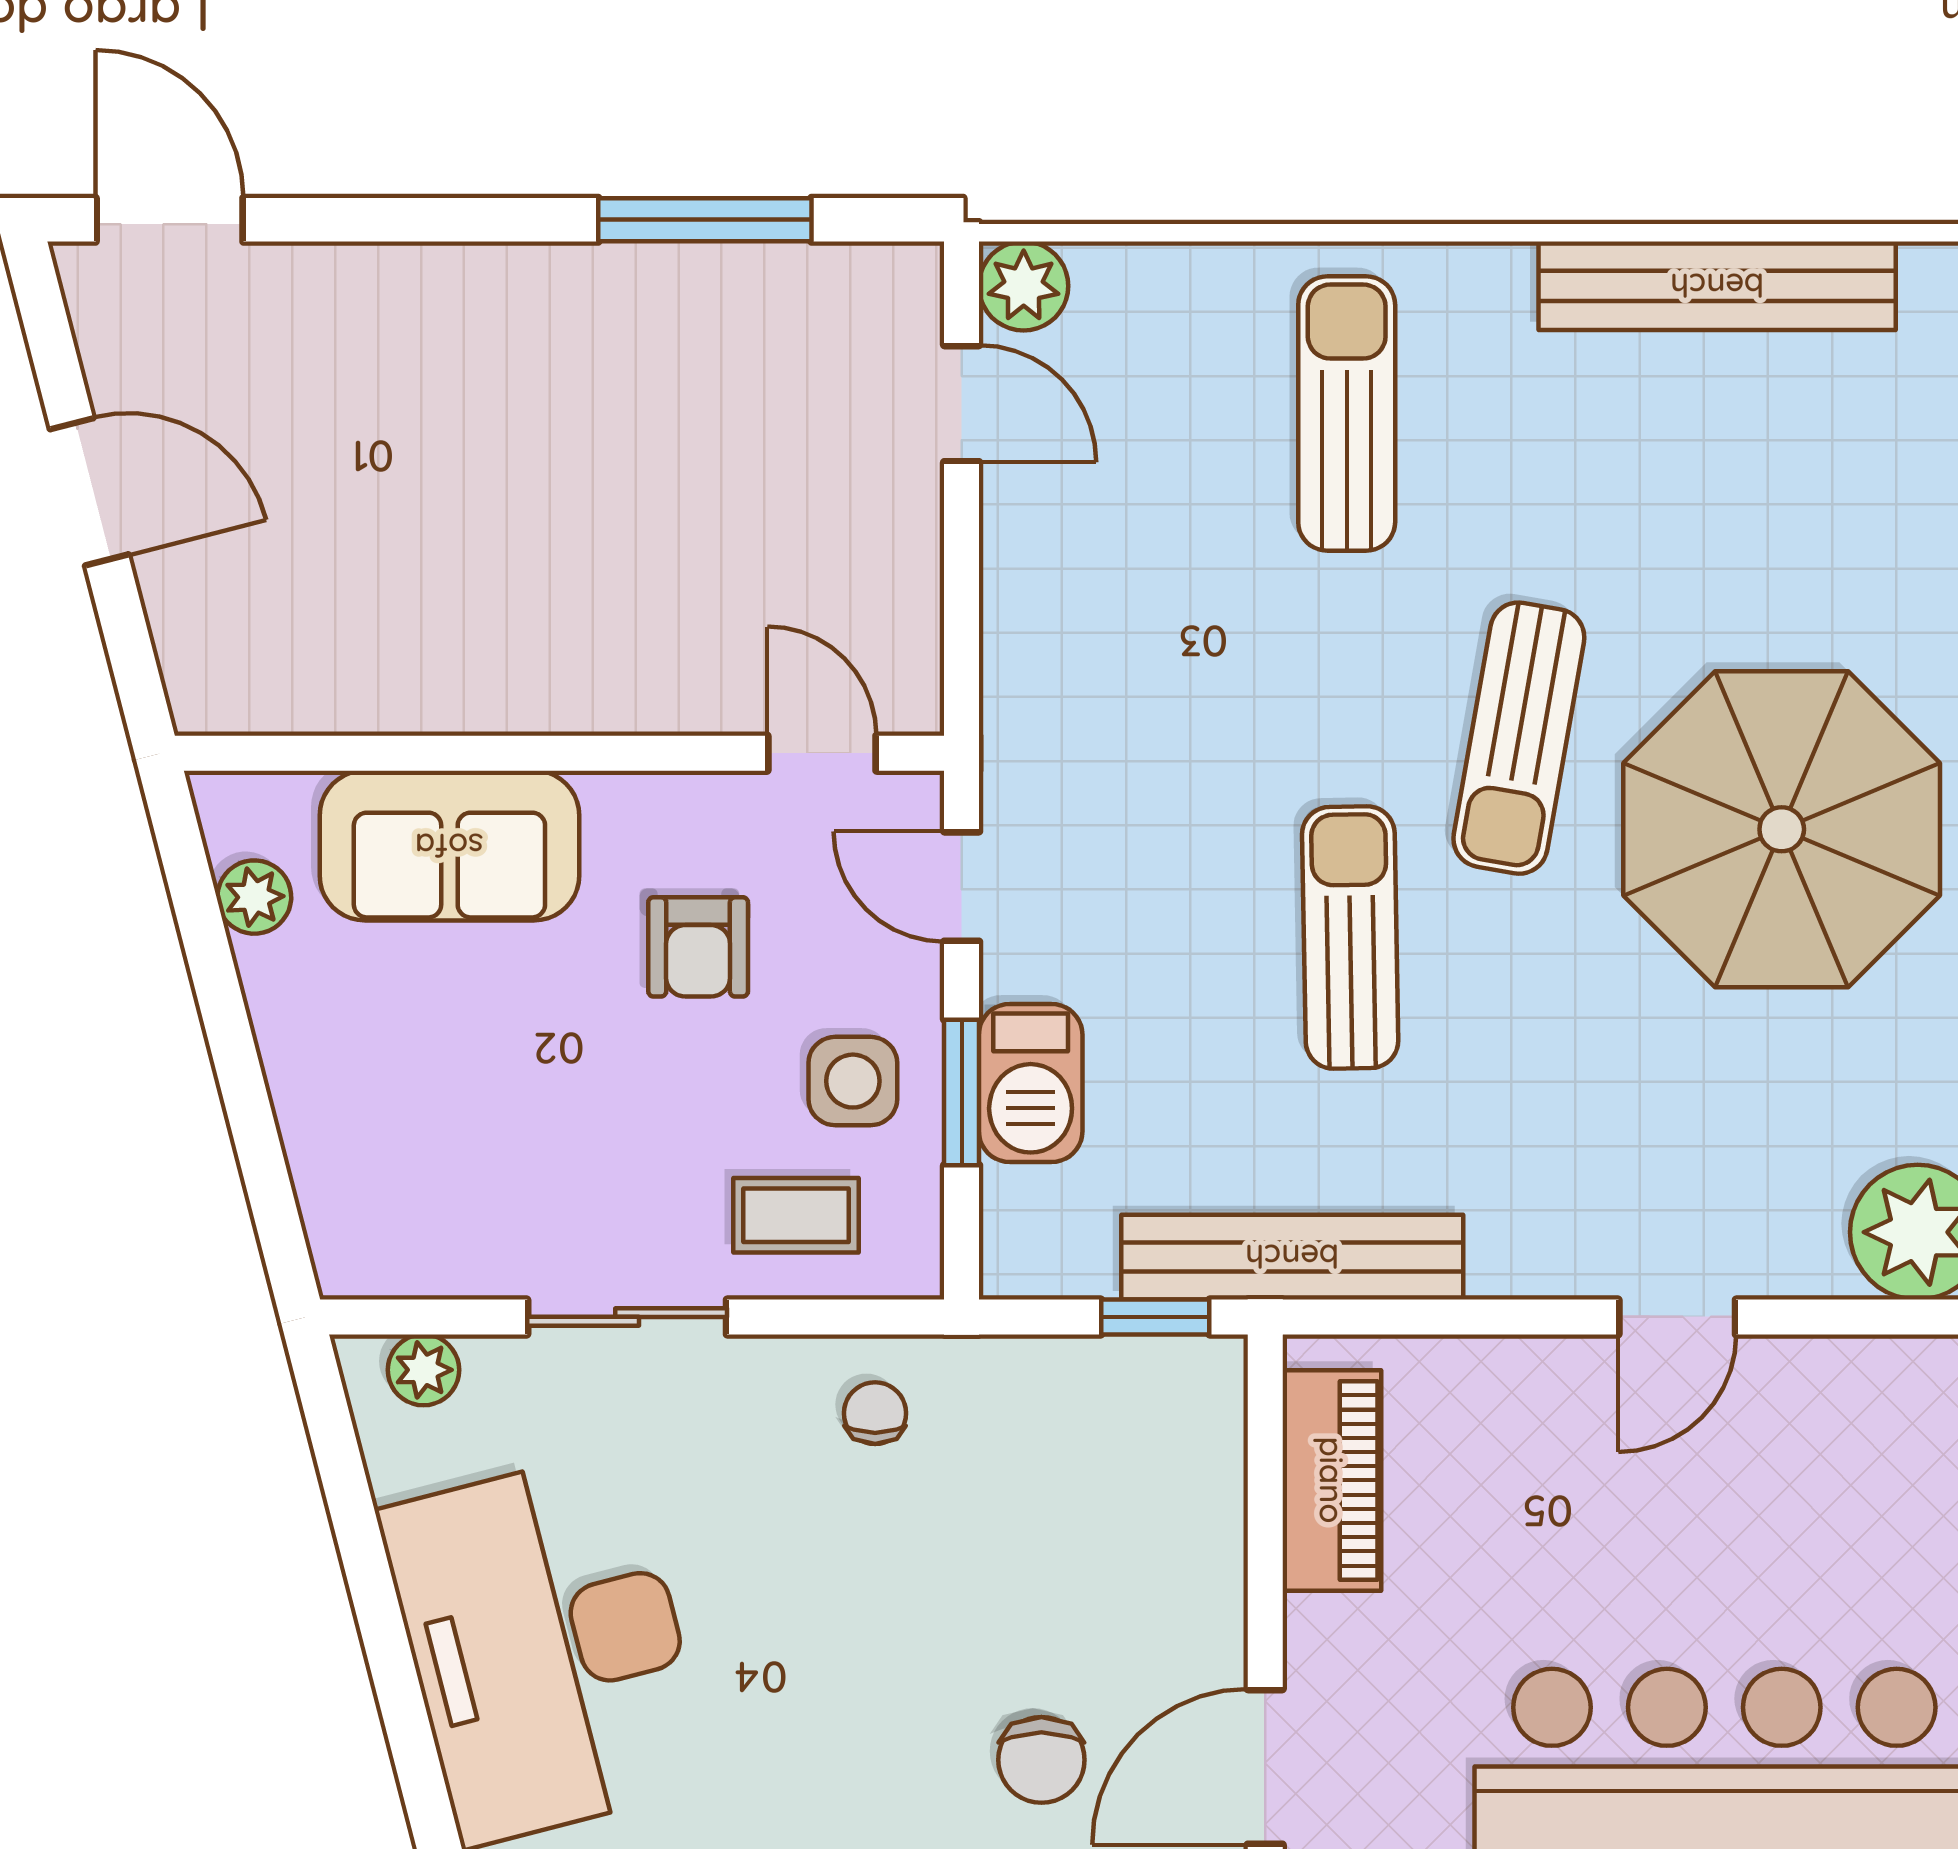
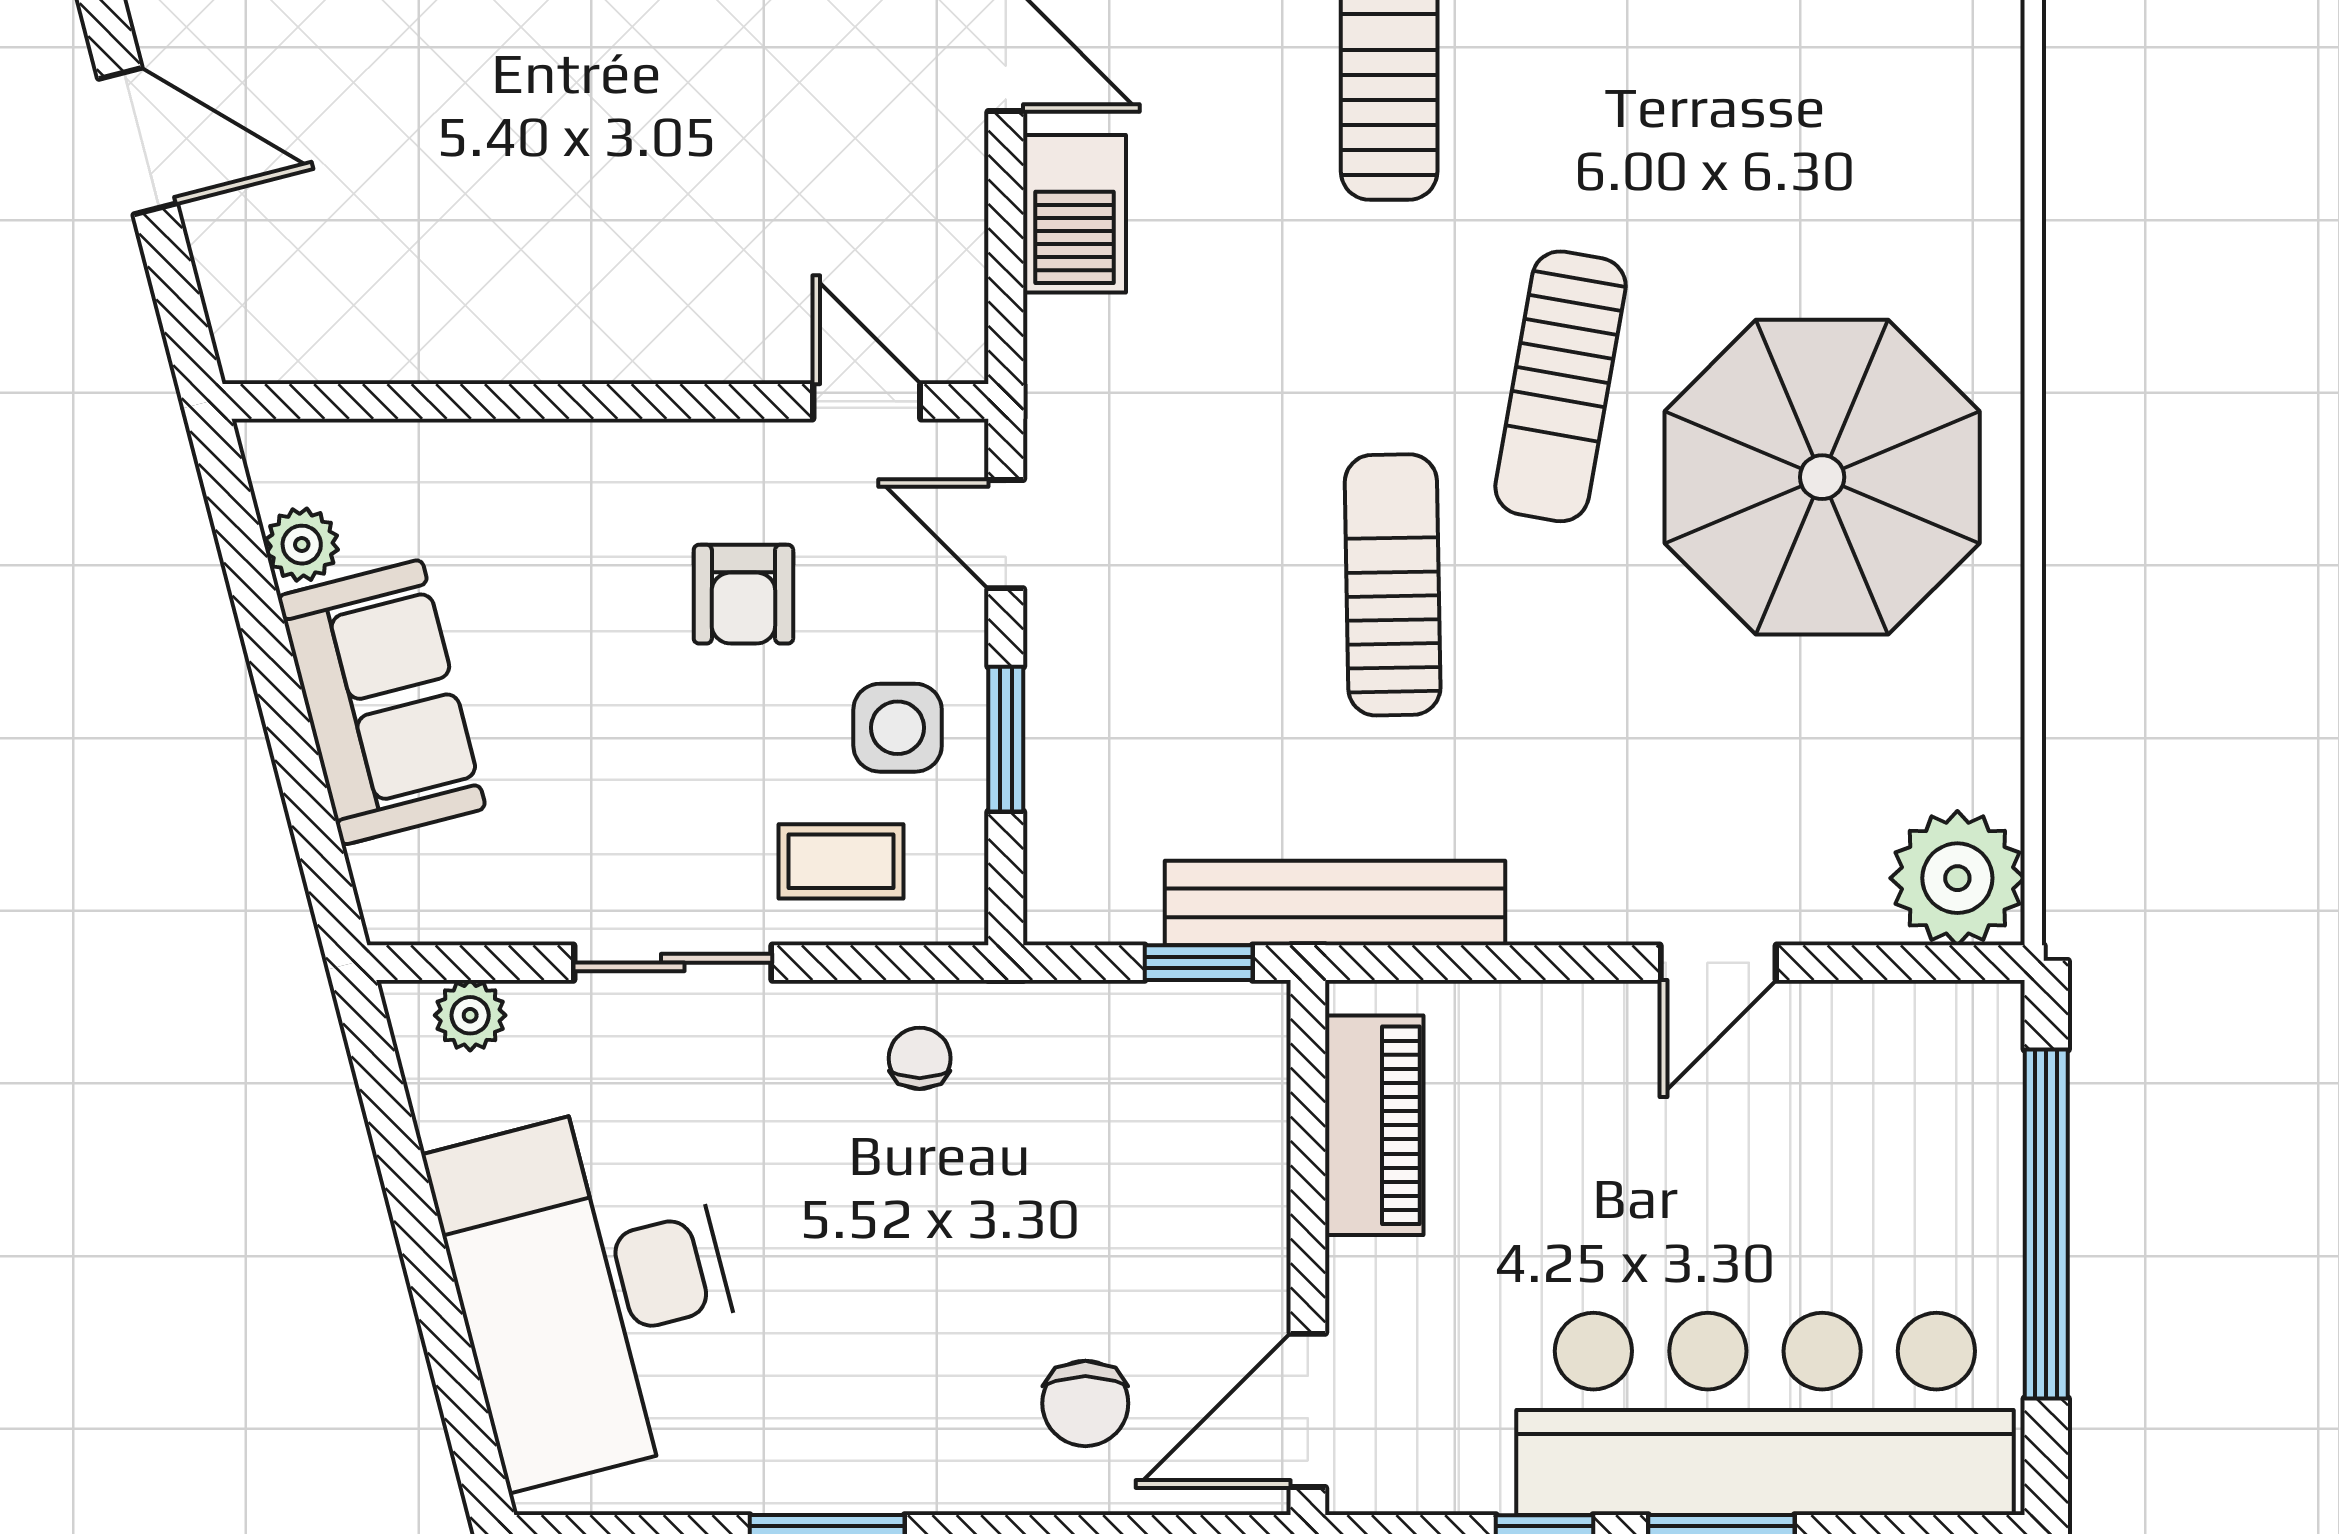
sofa: (449, 846) -> (382, 702), moved, turned -104
barbecue: (1031, 1083) -> (1074, 214), moved

